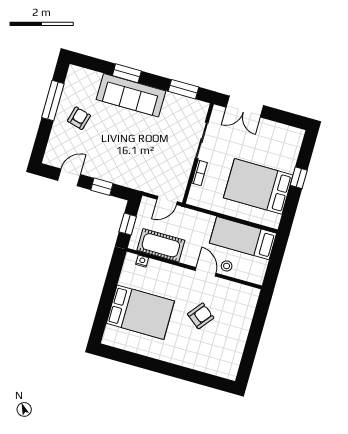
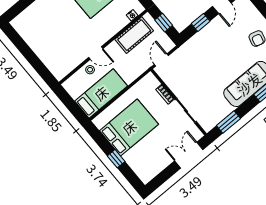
armchair: (201, 316) -> (68, 29), removed

